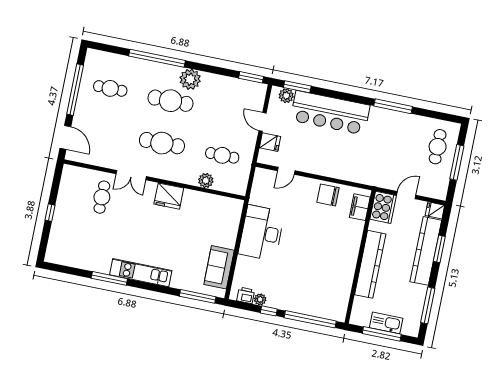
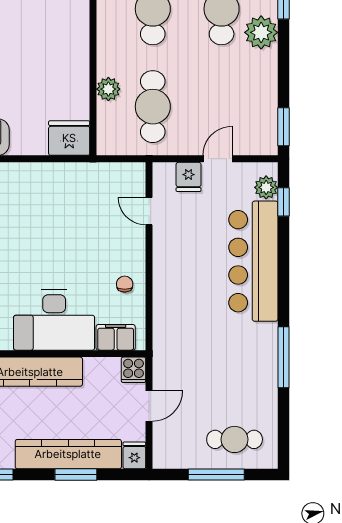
window: (297, 87) -> (283, 202), width x0.67
cafe table: (222, 155) -> (153, 107), width x1.37, depth x1.35
chair: (328, 195) -> (125, 284), width x0.54, depth x0.54
door: (406, 195) -> (149, 406), hinge flipped
fridge: (169, 196) -> (69, 138), moved, turned 90
cooker: (383, 207) -> (134, 370), width x0.53, depth x0.76
desk: (262, 233) -> (54, 320), moved, turned 180

